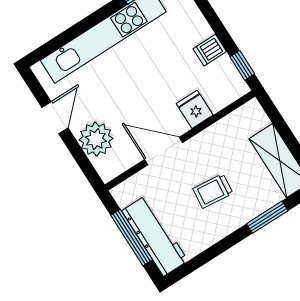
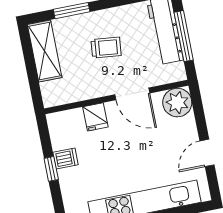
window: (242, 65) -> (51, 169), moved
plant: (96, 139) -> (177, 103), moved

